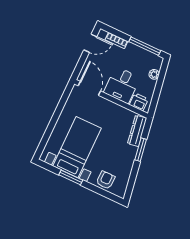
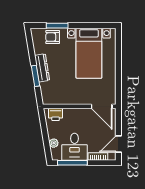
desk: (122, 85) -> (75, 147), moved, turned 180
dresser: (137, 131) -> (42, 68), moved
window: (71, 177) -> (57, 26), moved
armchair: (106, 180) -> (53, 37), turned 90

